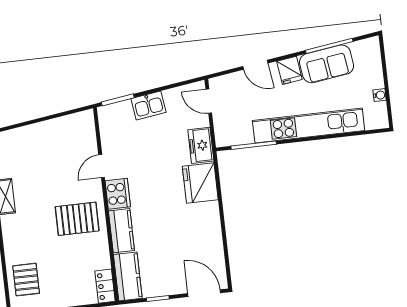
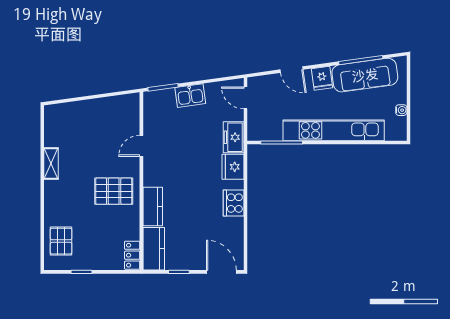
sofa: (327, 64) -> (365, 75), width x1.36
fridge: (200, 183) -> (233, 167), width x0.73, depth x0.75
cooker: (118, 194) -> (234, 203), moved, turned 180

